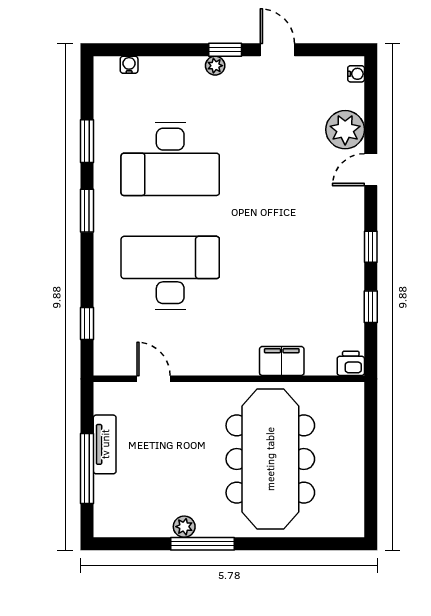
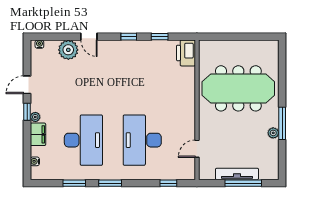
filing cabinet: (282, 361) -> (38, 134), moved, turned 180
printer: (351, 363) -> (186, 53), width x1.87, depth x1.48
tv unit: (105, 444) -> (237, 174), width x1.41

